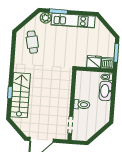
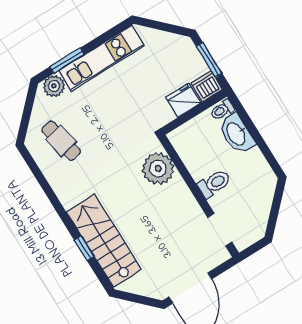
plant: (64, 82) -> (158, 169), added

